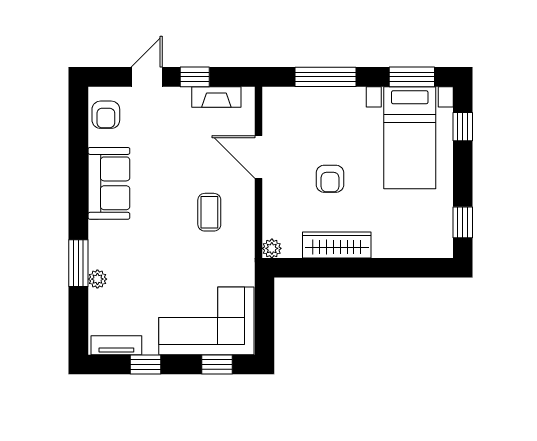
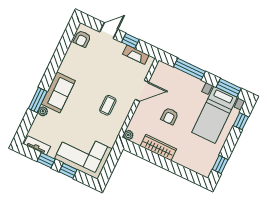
door: (258, 157) -> (142, 91), swing flipped
sofa: (109, 183) -> (58, 92), moved
window: (217, 364) -> (68, 171), moved

